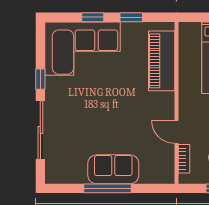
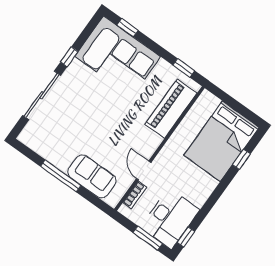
window: (93, 17) -> (128, 28), moved
window: (131, 17) -> (184, 68), moved
sofa: (113, 169) -> (92, 176), moved

